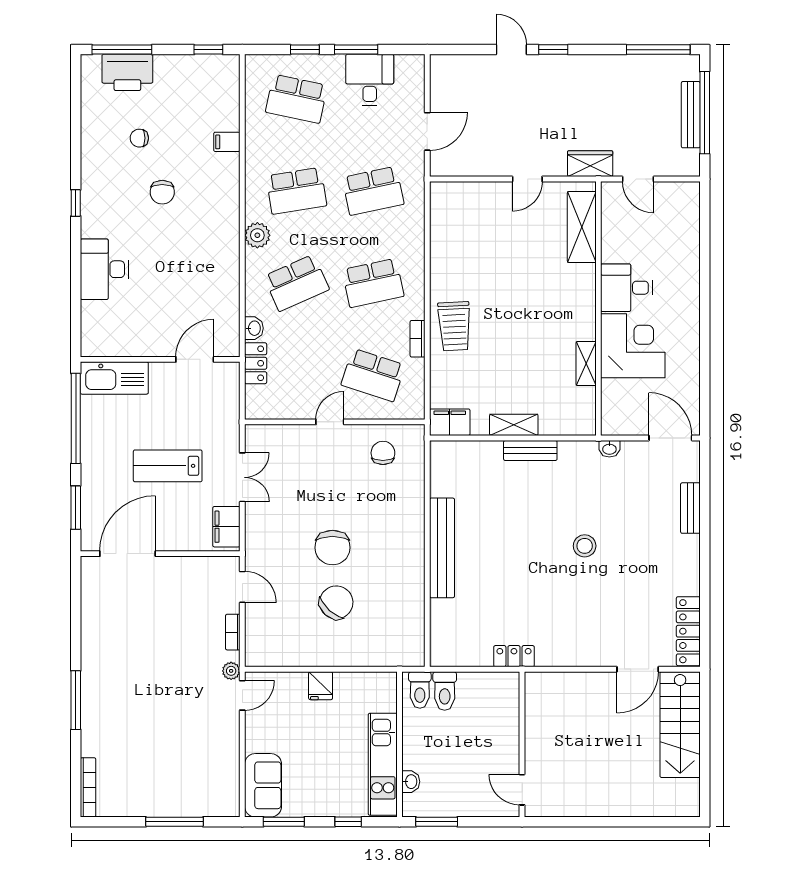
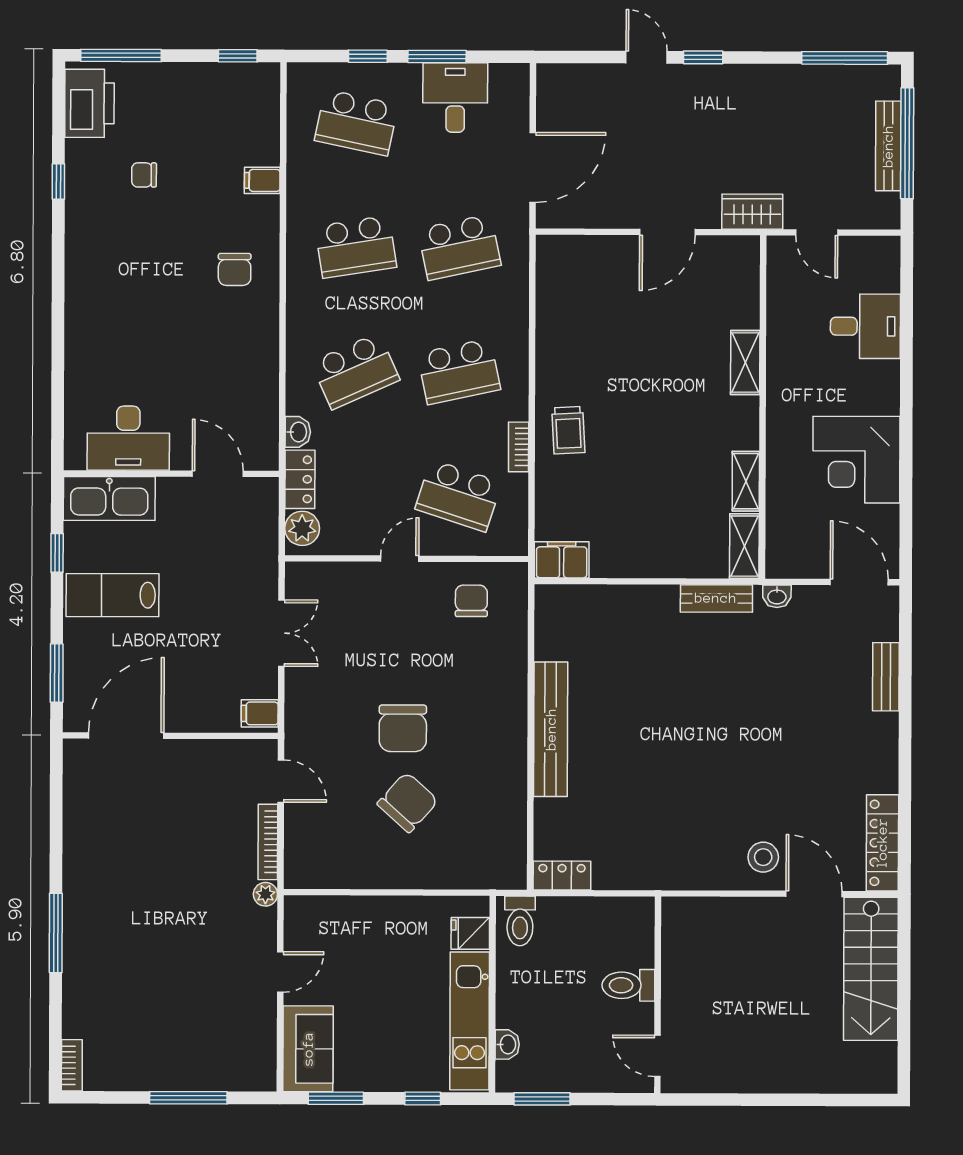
printer: (127, 72) -> (89, 103), moved, turned -90
door: (427, 131) -> (533, 167), width x1.36
door: (527, 179) -> (667, 232), width x1.38
chair: (162, 192) -> (235, 269), moved
window: (76, 203) -> (58, 181), moved
shelving: (582, 227) -> (745, 363), moved, width x0.67, depth x0.75
plant: (257, 235) -> (302, 528), moved
desk: (104, 269) -> (128, 438), moved, turned -90
desk: (626, 288) -> (865, 326), moved, turned 180
trolley: (454, 326) -> (568, 430), width x0.73, depth x0.72
corner desk: (633, 346) -> (856, 460), moved, turned 180
door: (195, 359) -> (218, 474), hinge flipped
window: (76, 418) -> (57, 553), width x0.32
shelving: (514, 425) -> (744, 546), moved, turned 90
bench: (530, 450) -> (716, 598), moved
lab bench: (168, 466) -> (113, 595), moved
filing cabinet: (226, 527) -> (260, 713), width x0.50
stool: (585, 546) -> (763, 857), moved
bookcase: (233, 632) -> (268, 842), width x1.56
locker: (514, 656) -> (562, 875), moved
door: (638, 669) -> (814, 894), swing flipped
fridge: (321, 686) -> (470, 933), moved, turned 90
toilet: (445, 691) -> (628, 985), moved, turned 90
door: (242, 695) -> (280, 972), moved
bookcase: (88, 787) -> (72, 1065), width x0.64

